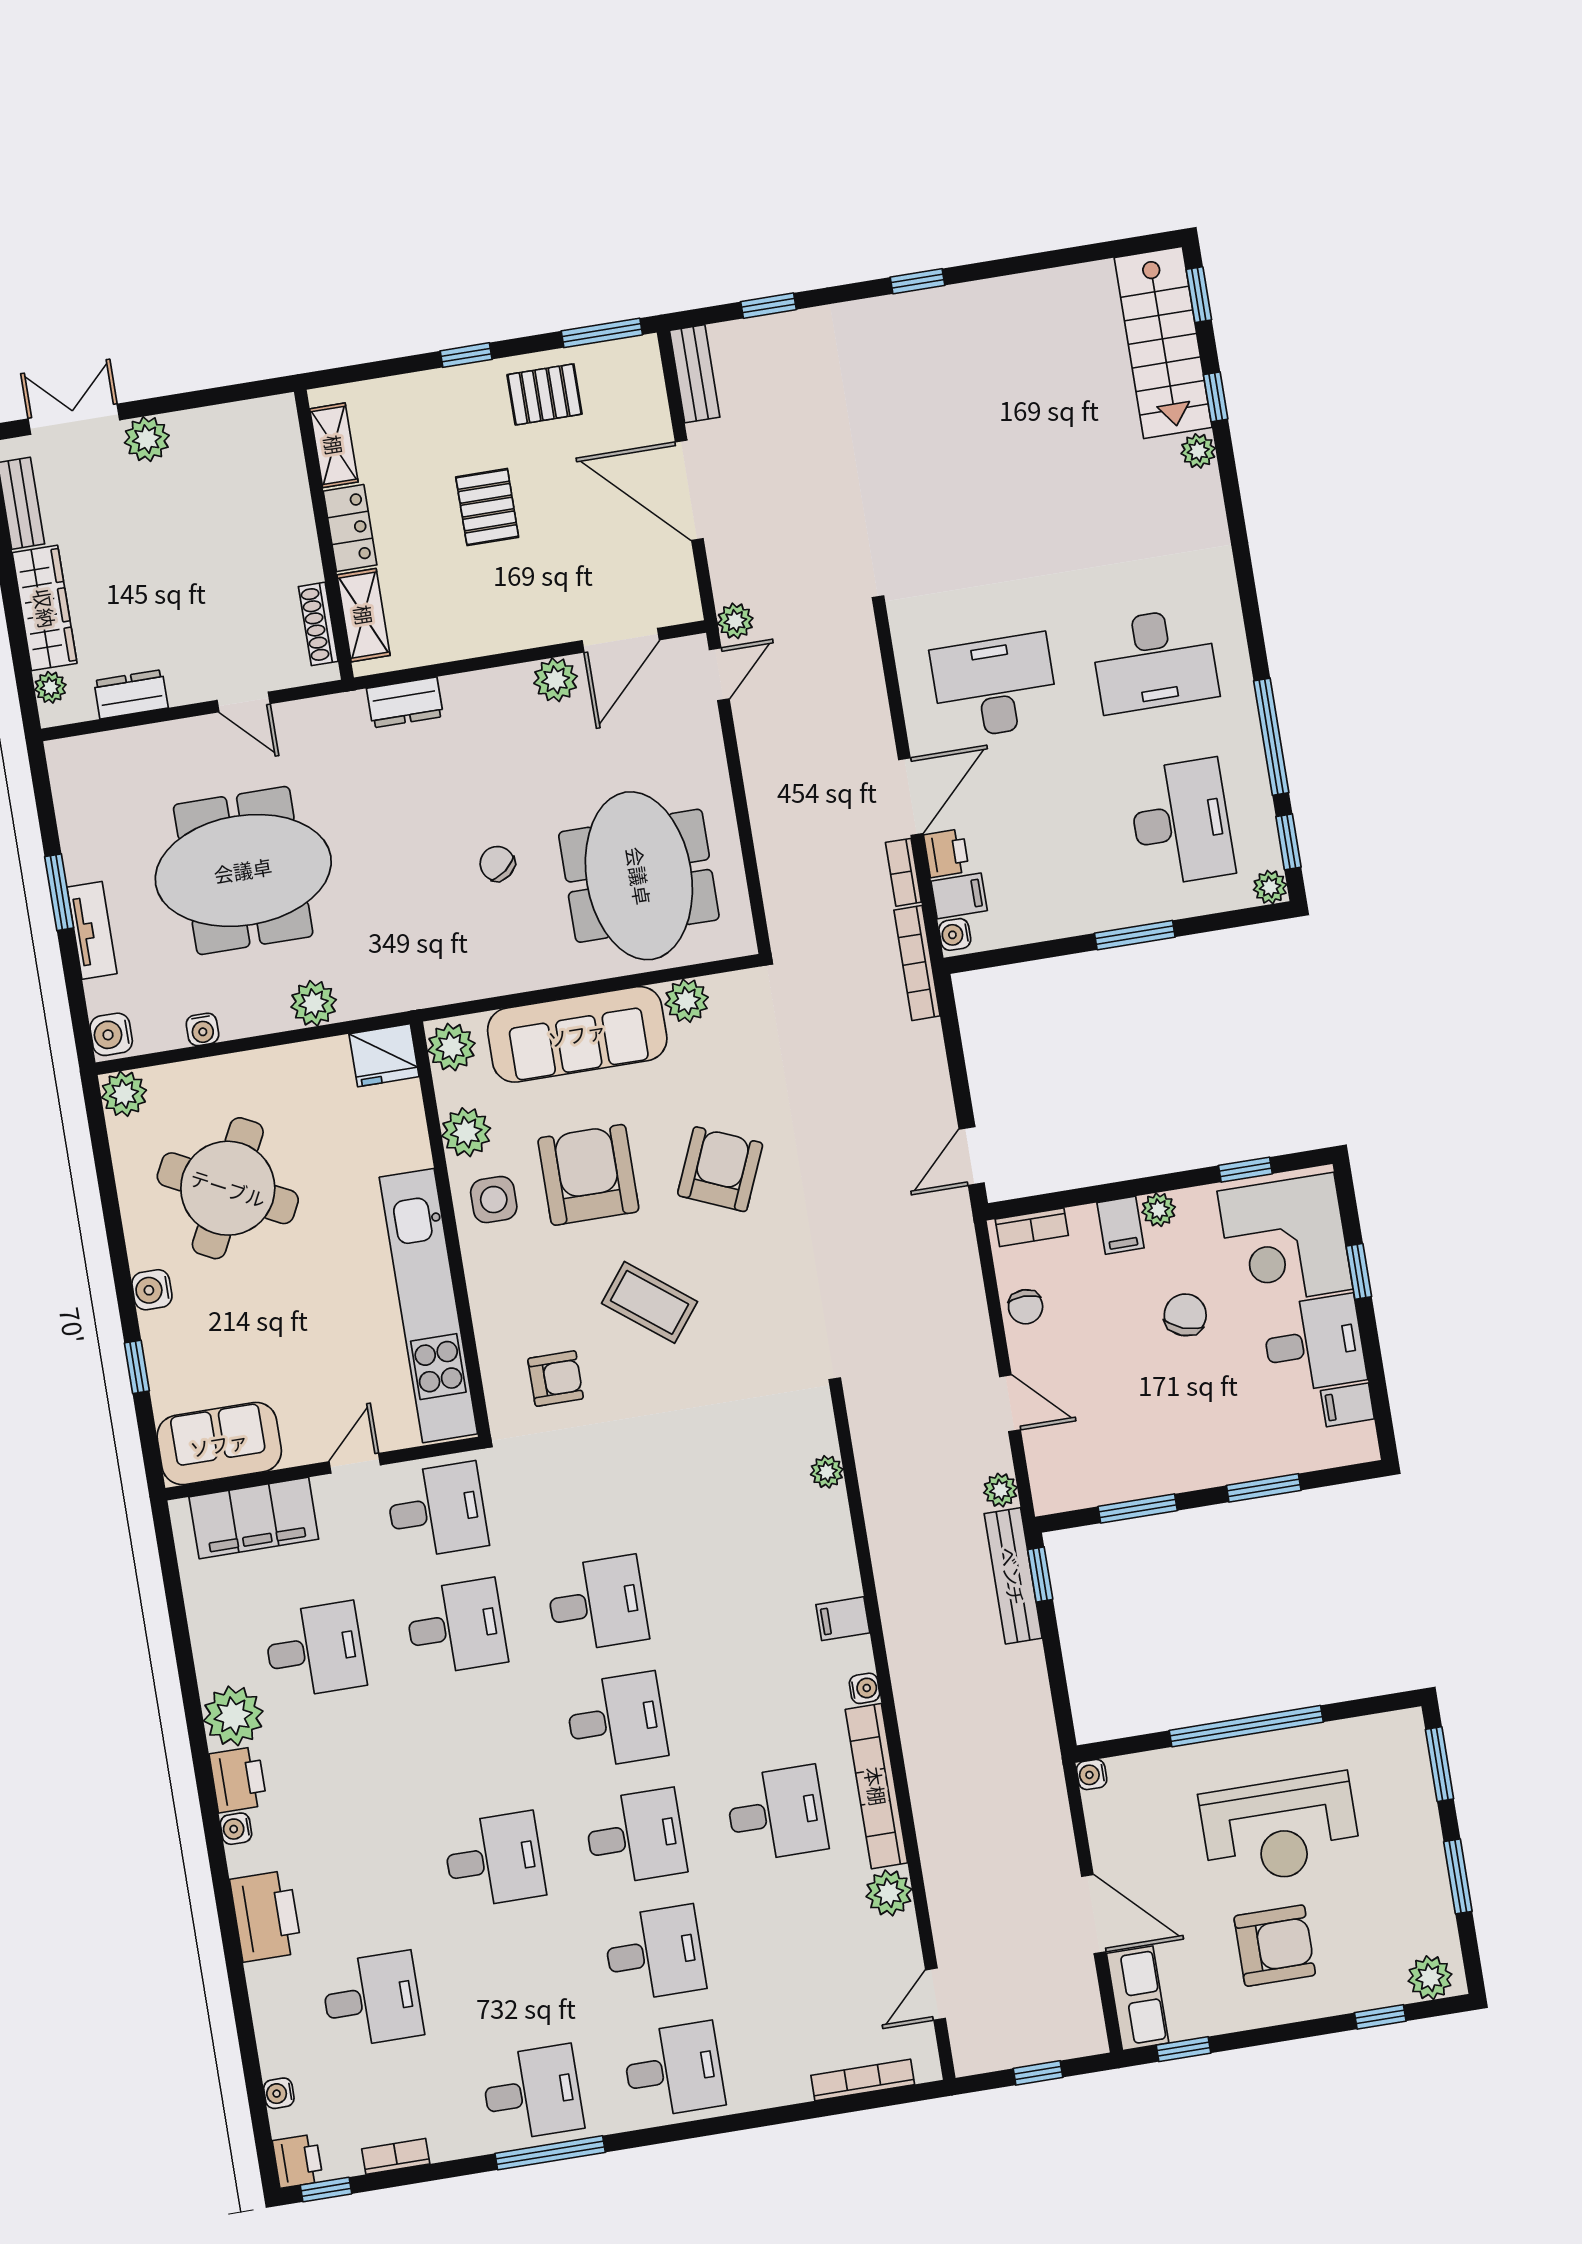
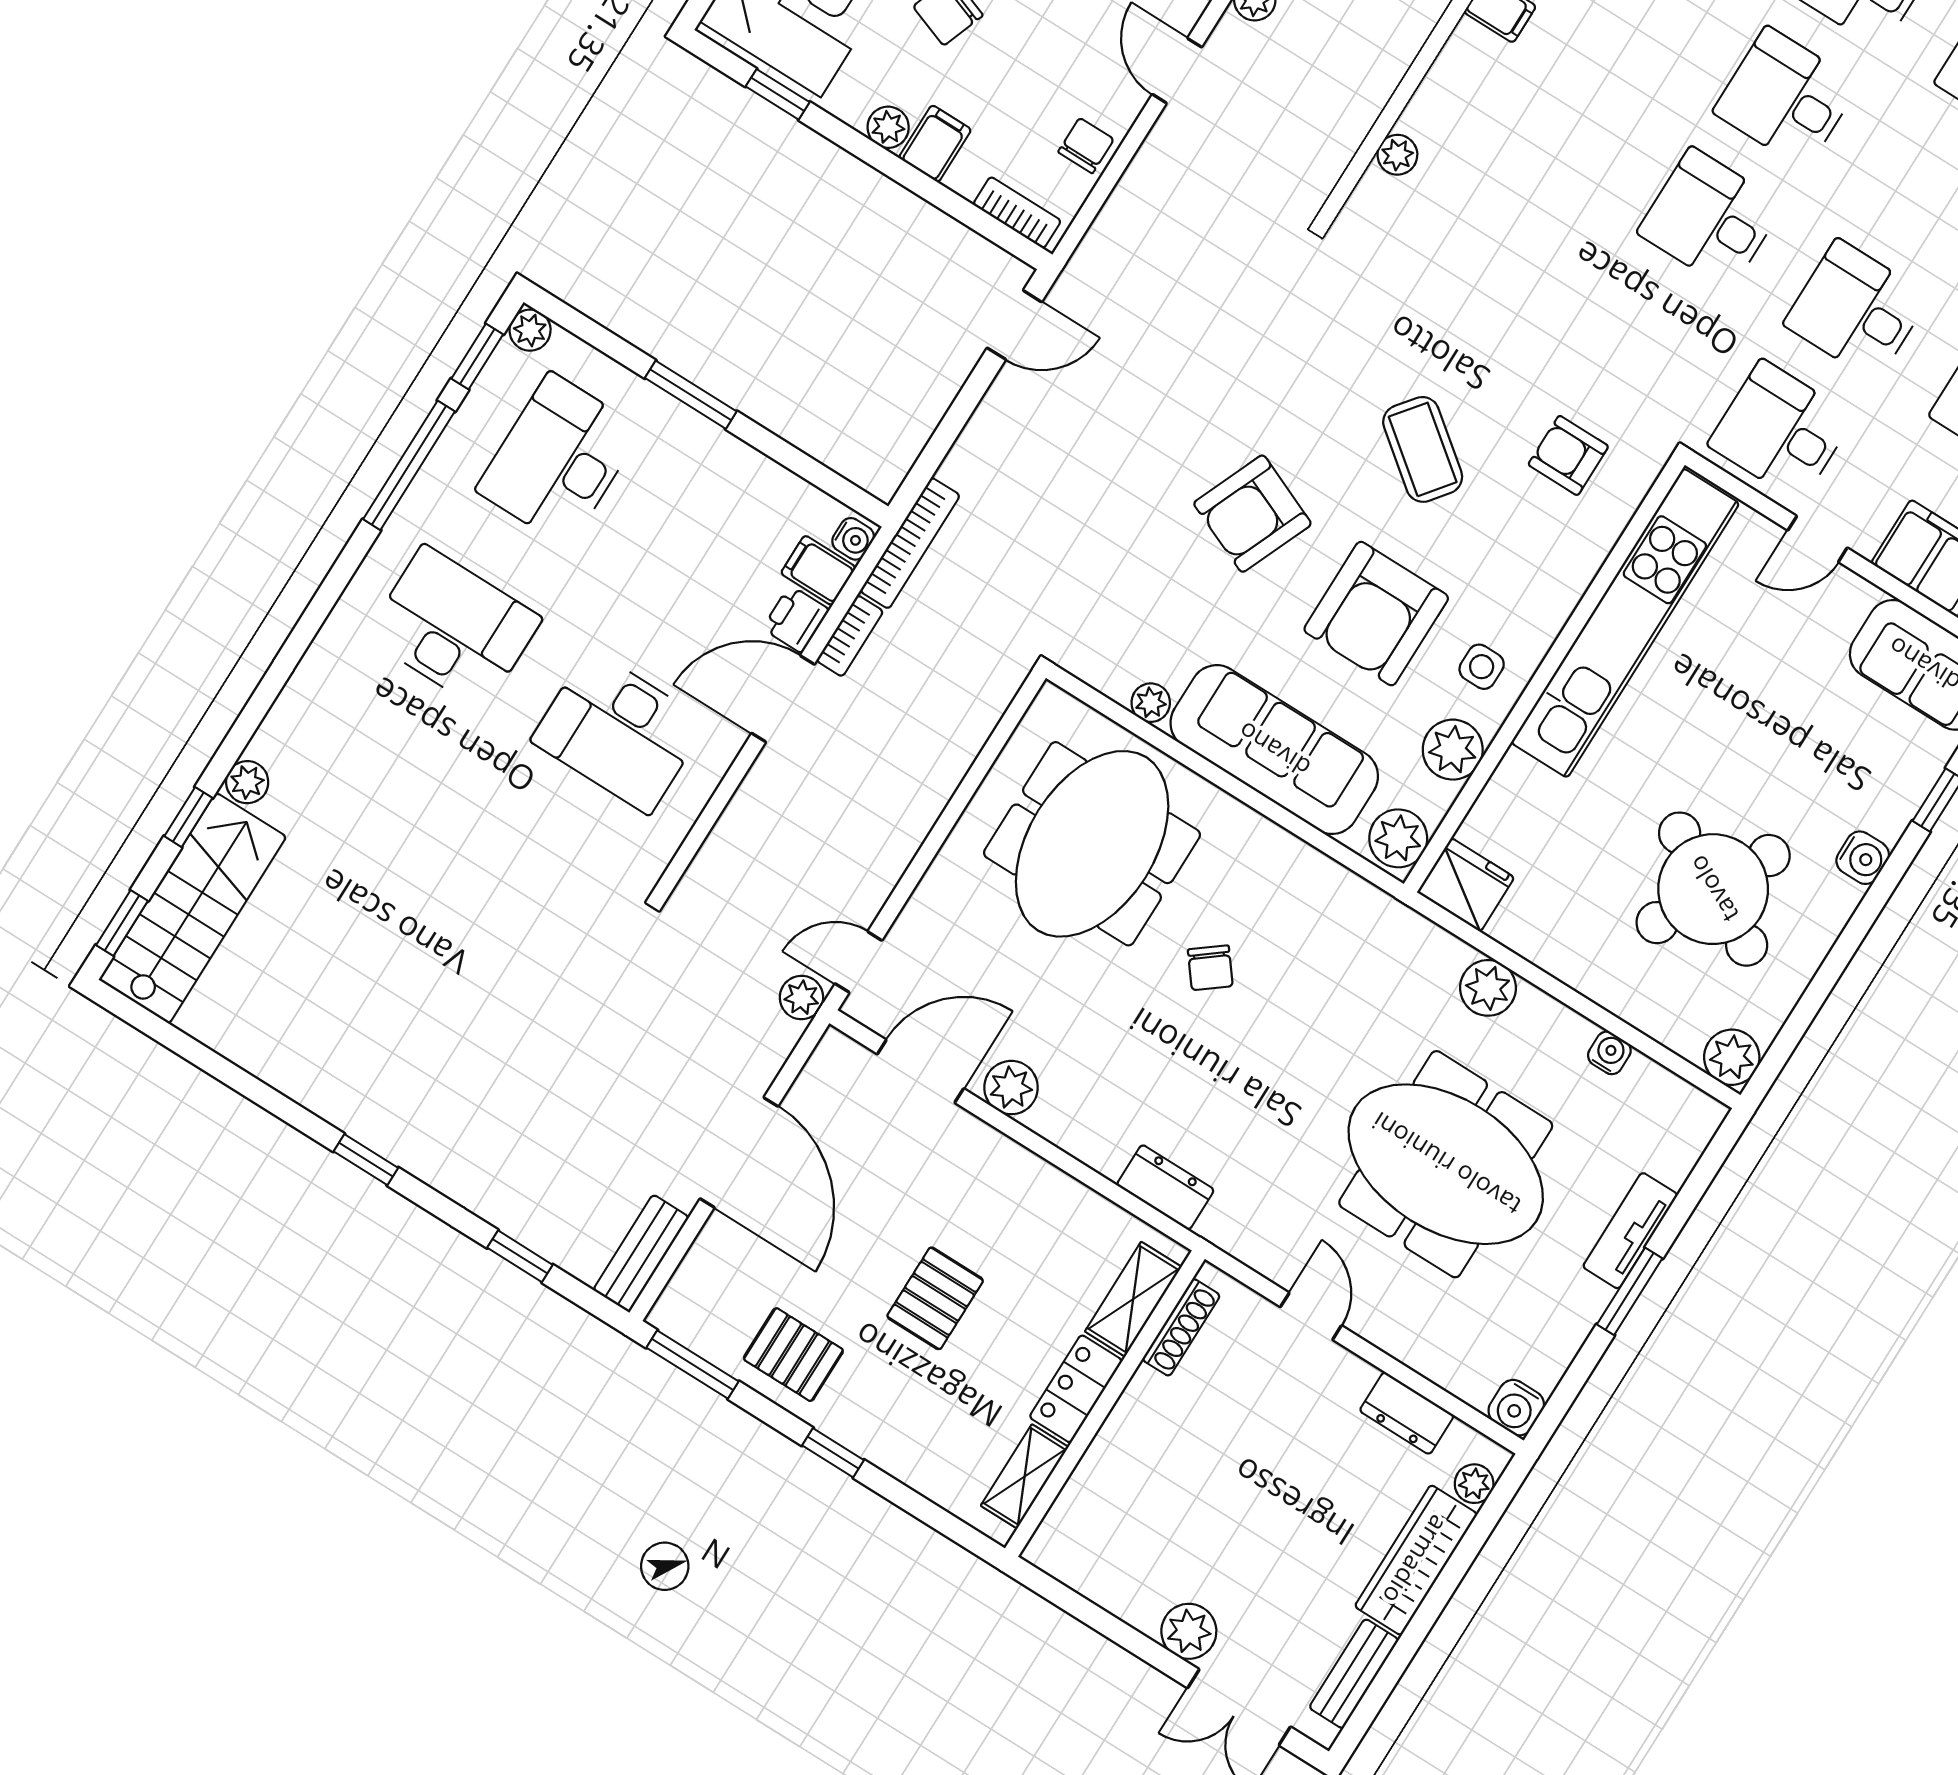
plant: (687, 1001) -> (1151, 703), width x0.73, depth x0.73
water cooler: (111, 1034) -> (1516, 1408), moved, turned 90
side table: (494, 1200) -> (1482, 667), width x0.73, depth x0.73

